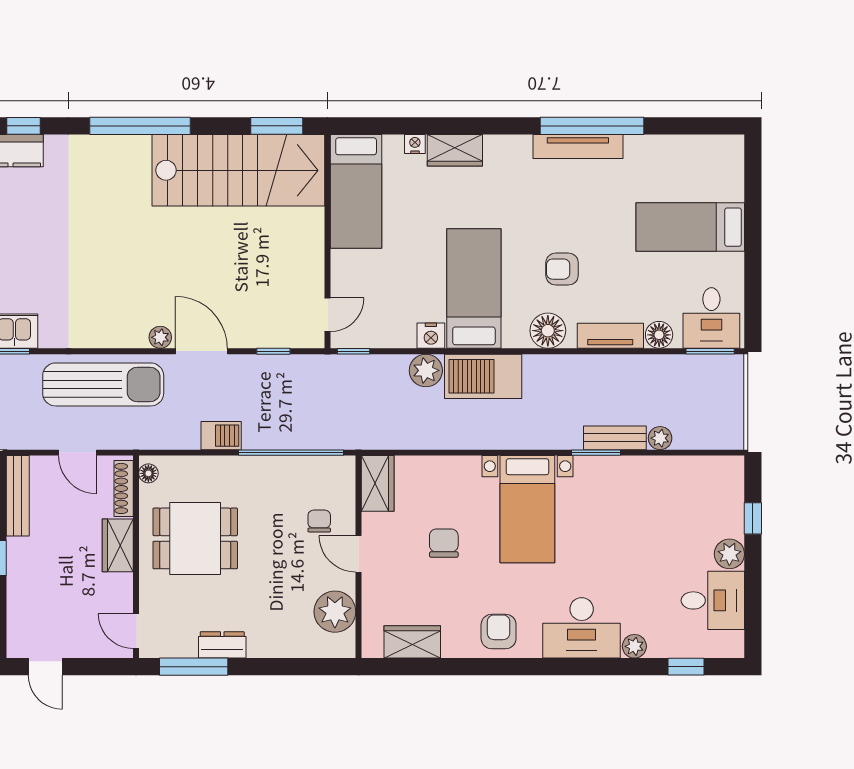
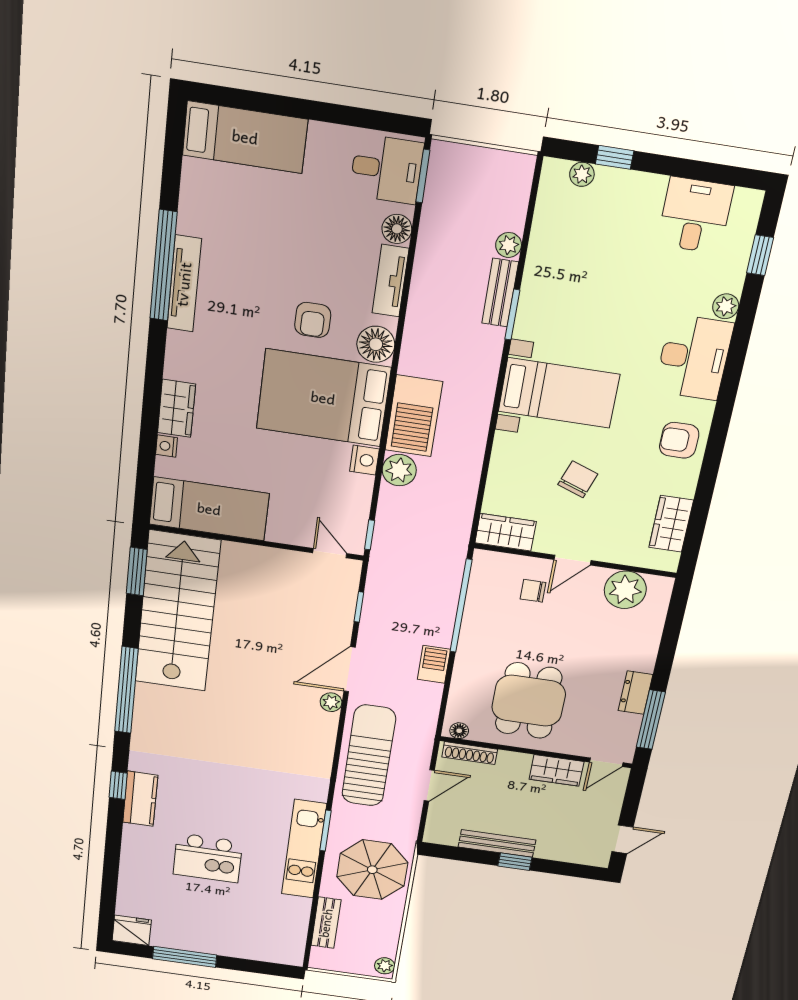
bed: (690, 227) -> (245, 137), moved, turned -90
bed: (474, 288) -> (323, 398), width x1.50
bench: (18, 496) -> (497, 844), moved
chair: (444, 543) -> (578, 479), turned 110
wardrobe: (118, 545) -> (556, 770), moved
plant: (729, 554) -> (582, 174), moved, width x0.73, depth x0.73

